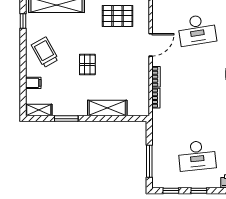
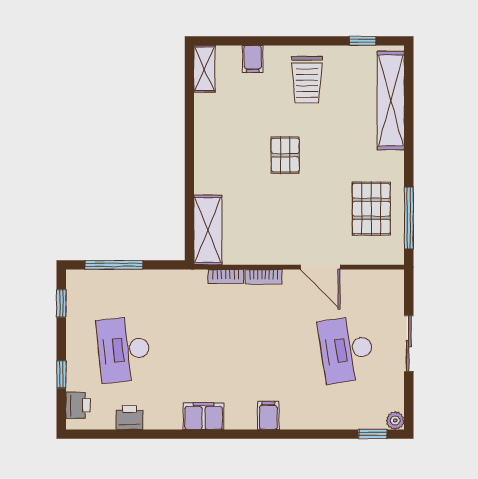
trolley: (45, 52) -> (307, 80), turned 119
pallet: (87, 65) -> (285, 155), turned 90
shelving: (107, 108) -> (208, 230), moved
window: (66, 119) -> (189, 118), removed
window: (199, 191) -> (61, 374), moved

